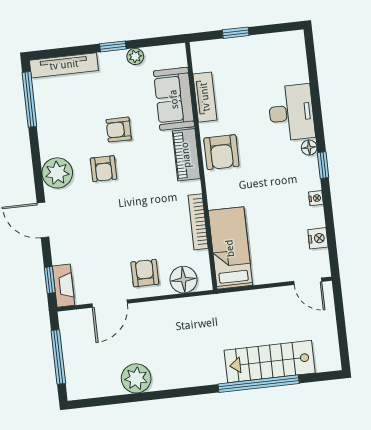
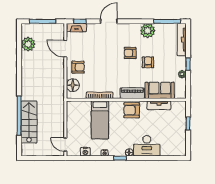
plant: (57, 173) -> (148, 31), moved
bed: (230, 248) -> (100, 120), moved, turned 90
door: (308, 281) -> (65, 145), hinge flipped
plant: (136, 378) -> (28, 44), moved

